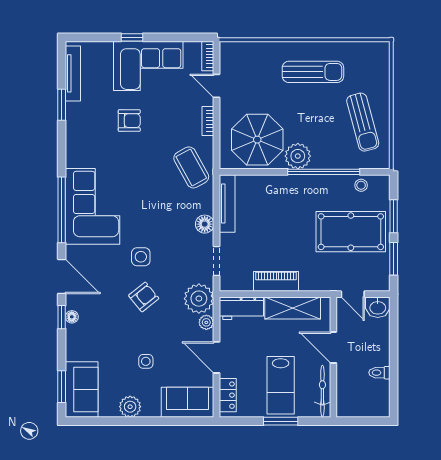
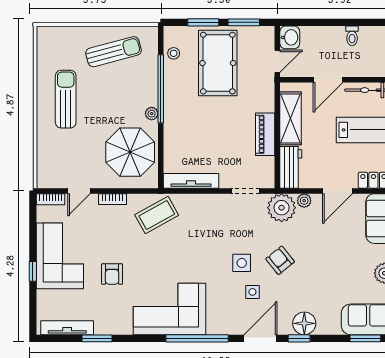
armchair: (129, 121) -> (112, 274), turned 180
plant: (298, 156) -> (152, 114), width x0.53, depth x0.53
corner sofa: (93, 206) -> (170, 309), moved
floor lamp: (205, 224) -> (211, 202), removed
floor lamp: (72, 317) -> (304, 323), width x1.89, depth x1.89
side table: (146, 361) -> (252, 292), moved

